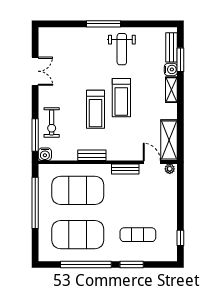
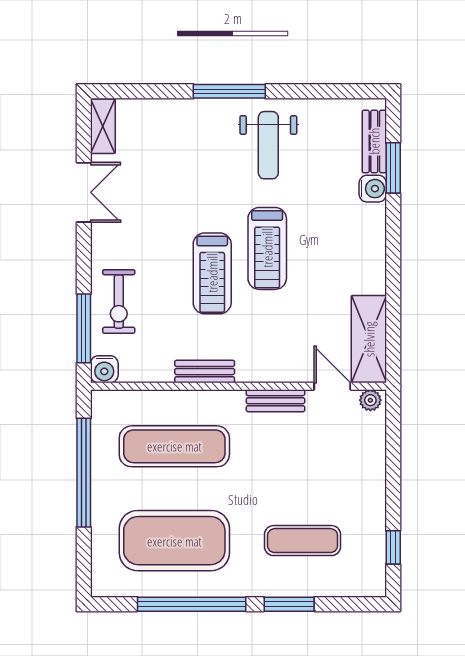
shelving: (171, 90) -> (103, 126), moved
exercise mat: (78, 190) -> (174, 446), width x0.68

